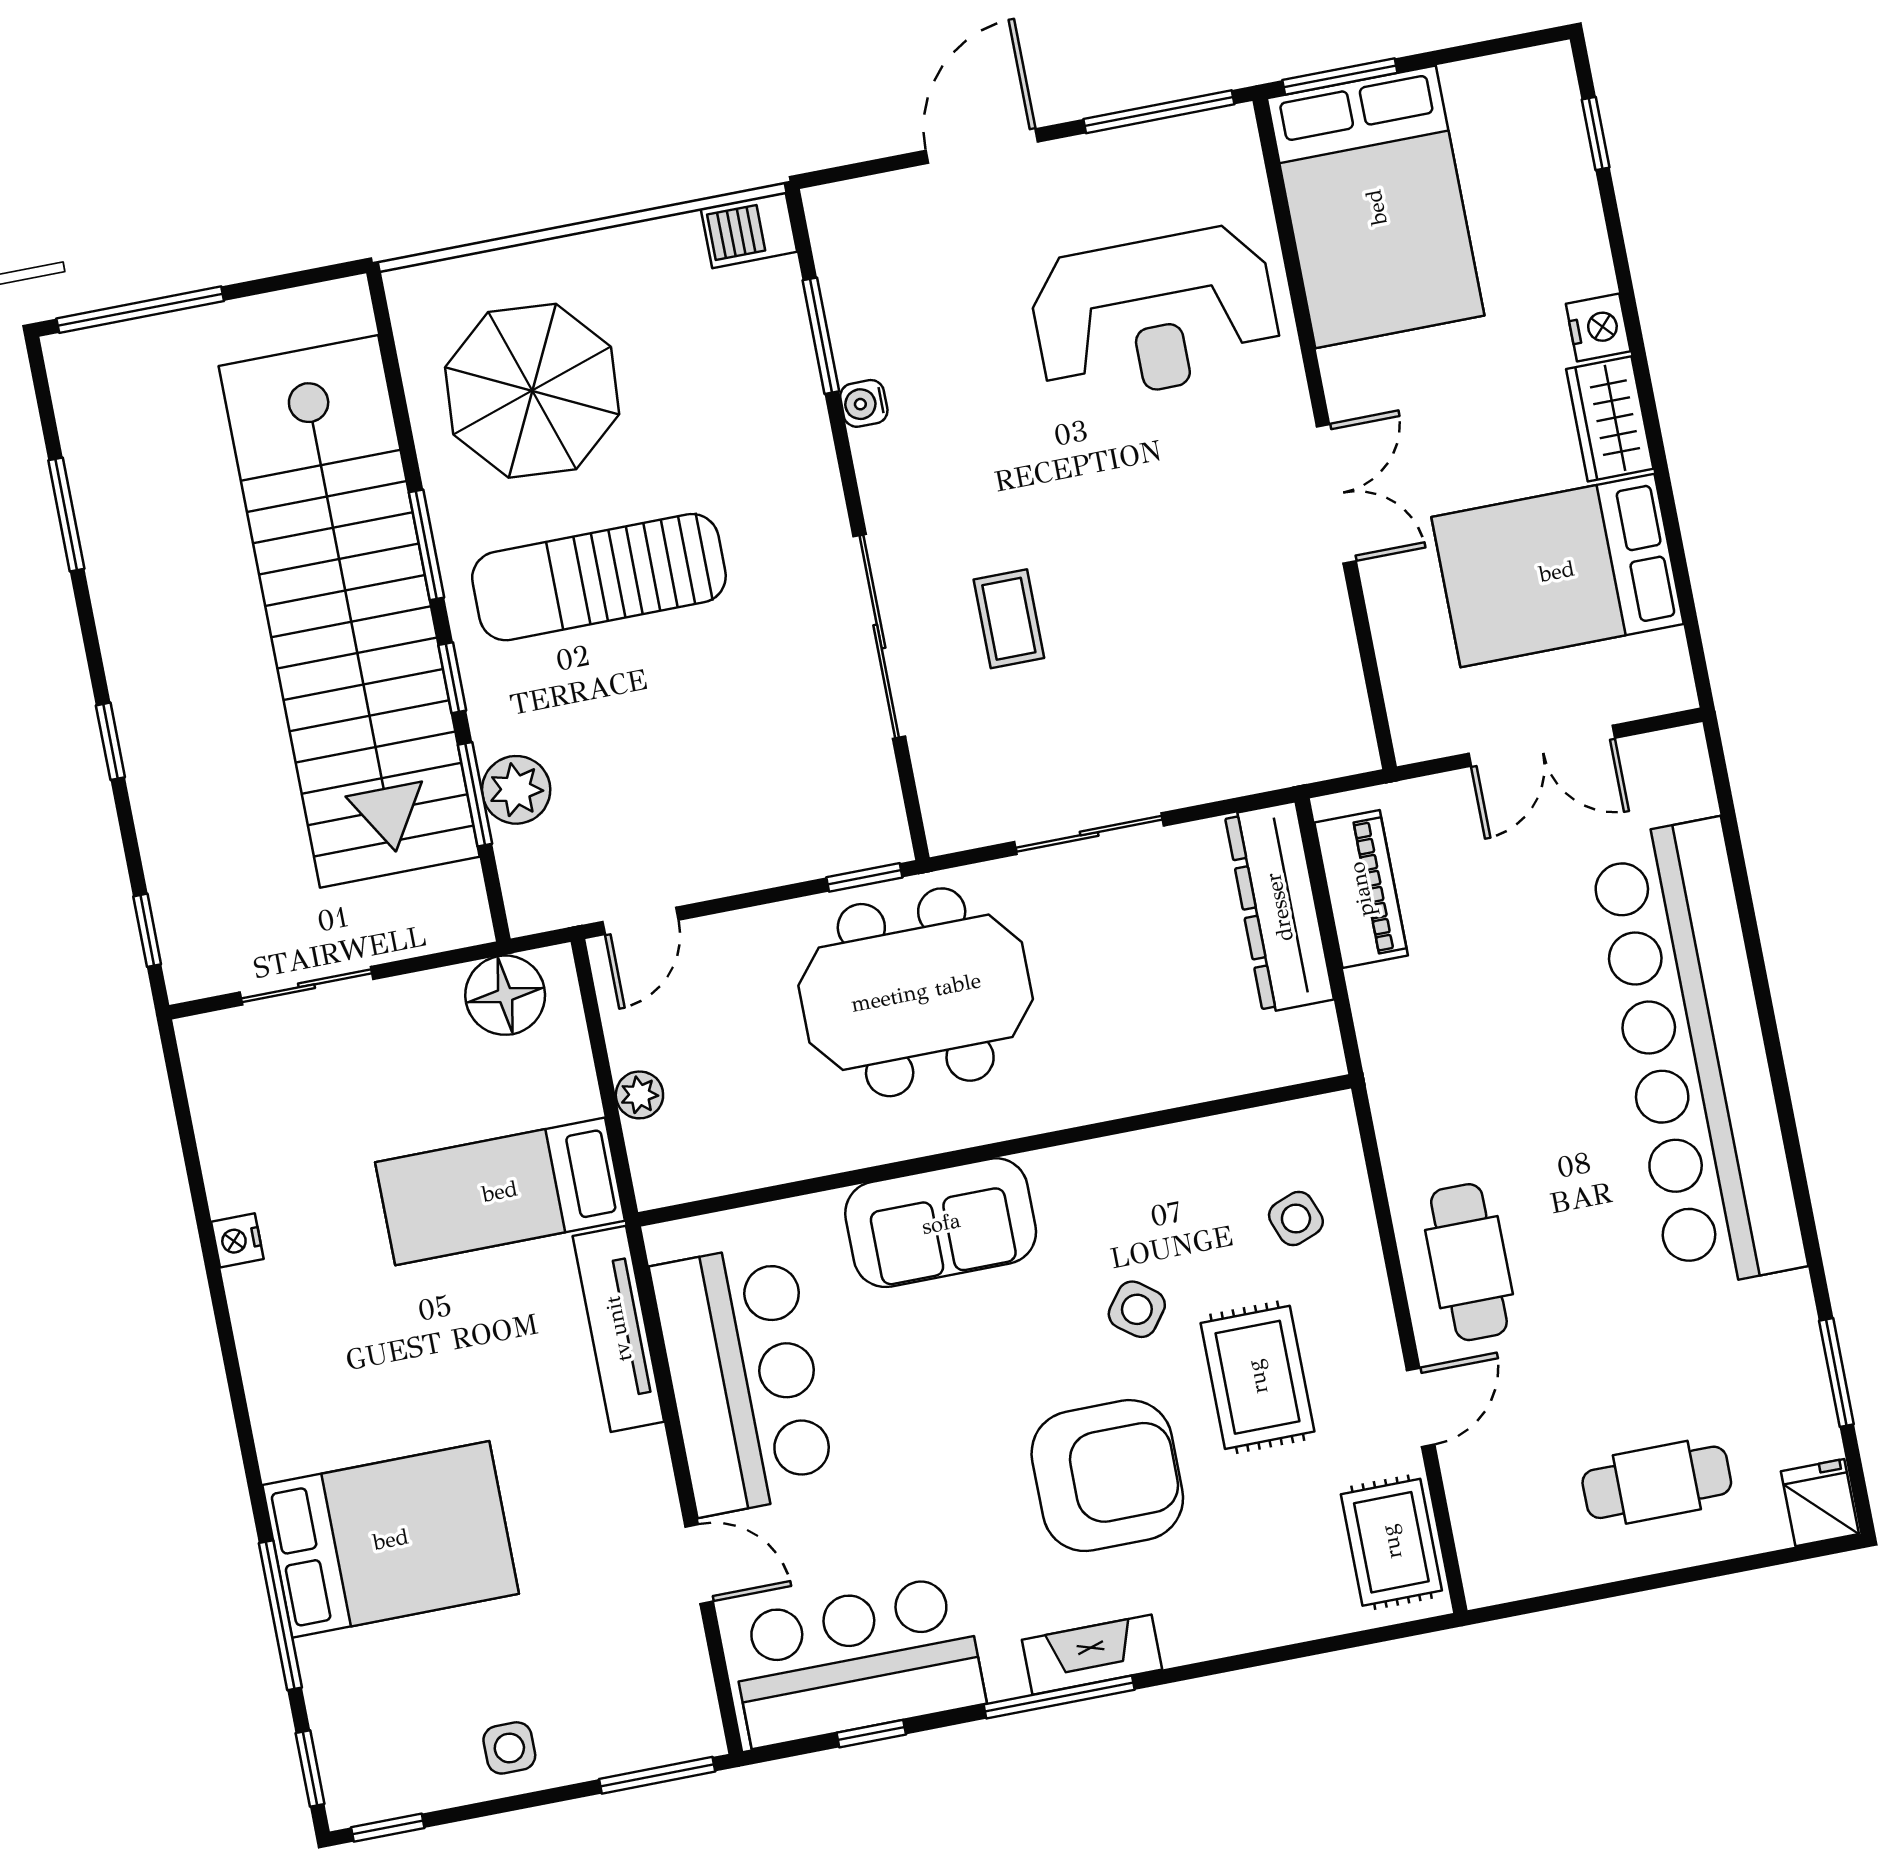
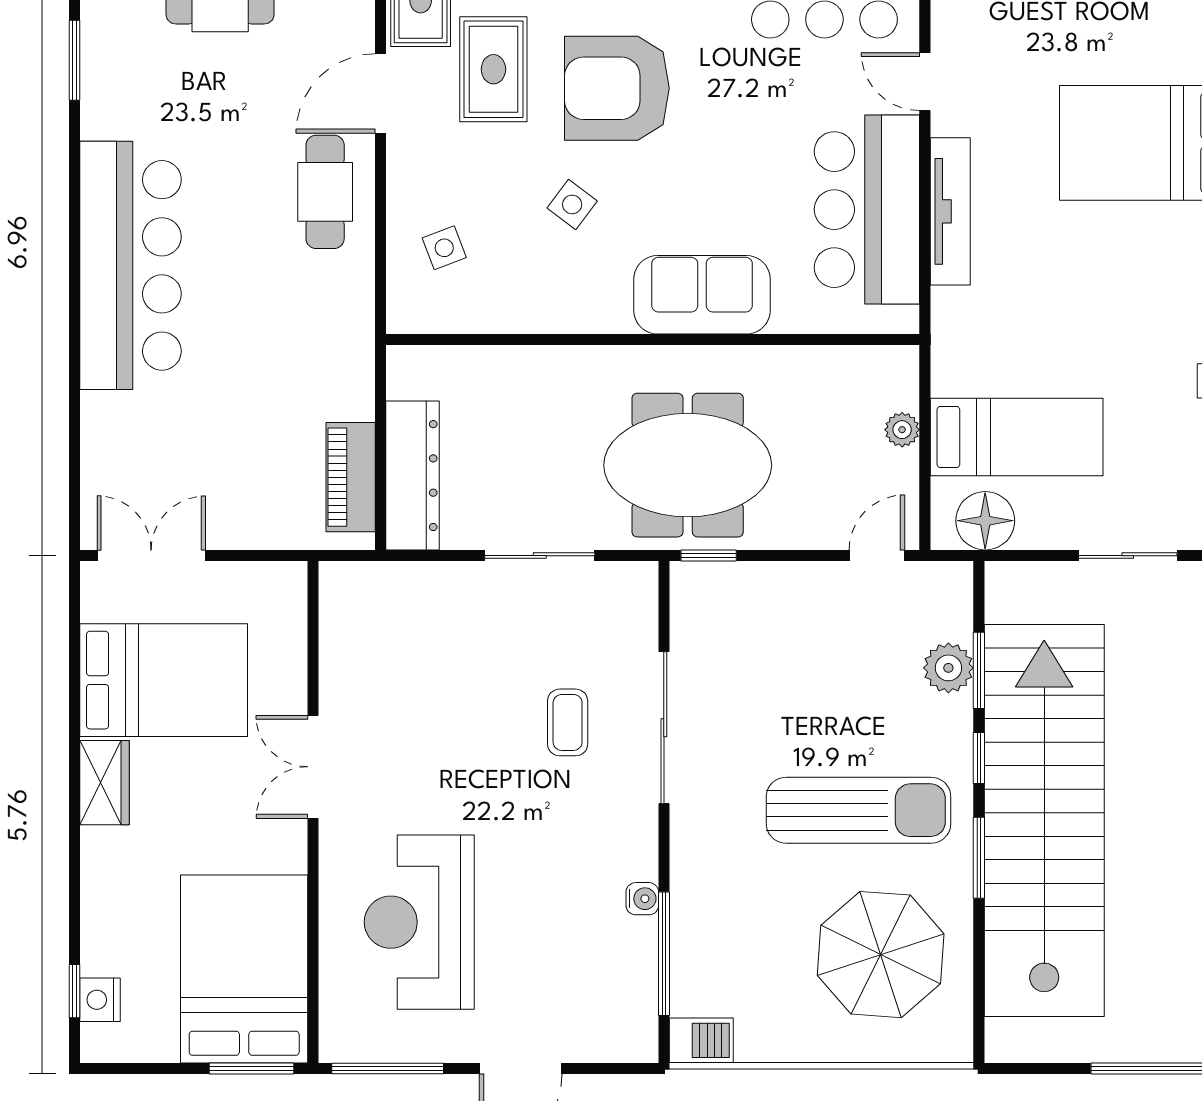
reception desk: (1155, 315) -> (419, 922), turned -90
nightstand: (1598, 328) -> (100, 1000), moved
window: (821, 336) -> (664, 954), width x1.44
double door: (1542, 746) -> (151, 556), moved
bar counter: (1697, 1054) -> (131, 265), width x0.73
bed: (500, 1191) -> (1017, 437), moved
tv unit: (618, 1329) -> (950, 211), moved
rug: (1257, 1377) -> (493, 69), moved
door: (1421, 1407) -> (380, 94), width x1.37

